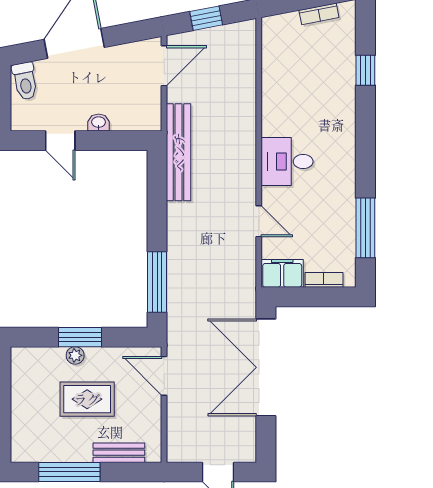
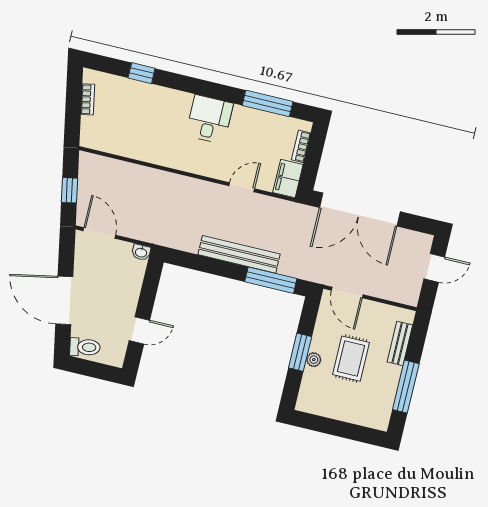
washbasin: (99, 123) -> (141, 252), moved, turned -90
bench: (179, 152) -> (239, 254), moved
desk: (287, 162) -> (209, 119), moved, turned 180
door: (164, 376) -> (347, 292), hinge flipped

